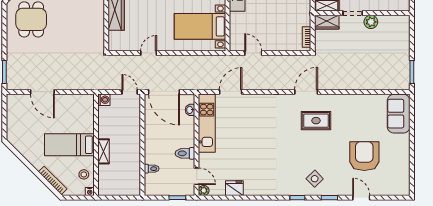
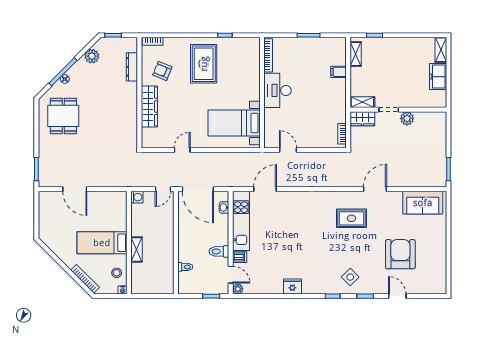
door: (130, 92) -> (163, 189), swing flipped
door: (306, 92) -> (375, 189), moved
sofa: (399, 114) -> (423, 203), moved, turned -90
dishwasher: (205, 159) -> (240, 257), added
fridge: (234, 188) -> (292, 287), moved

